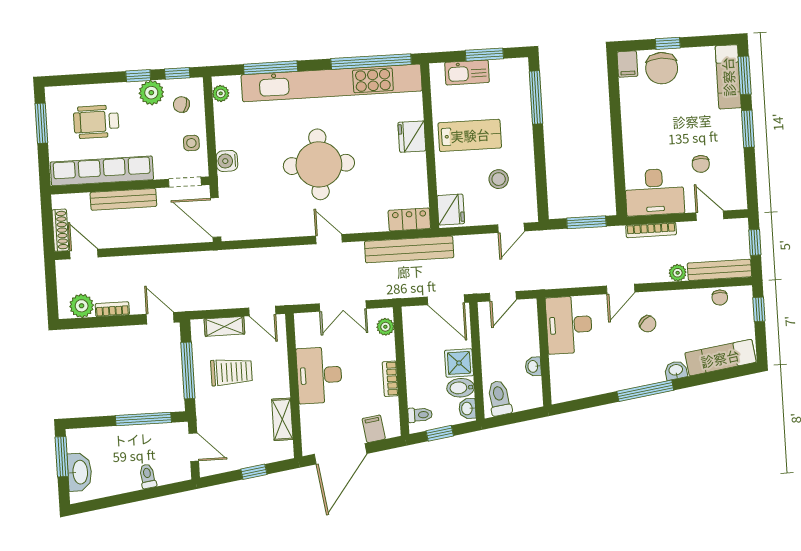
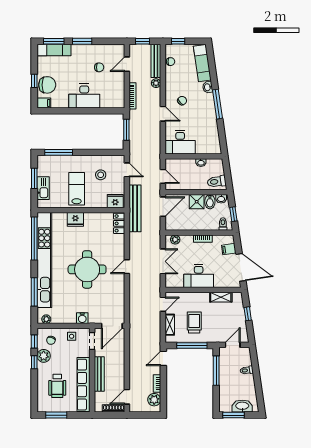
desk: (655, 192) -> (84, 96), moved, turned 90
bench: (409, 249) -> (135, 208), moved

